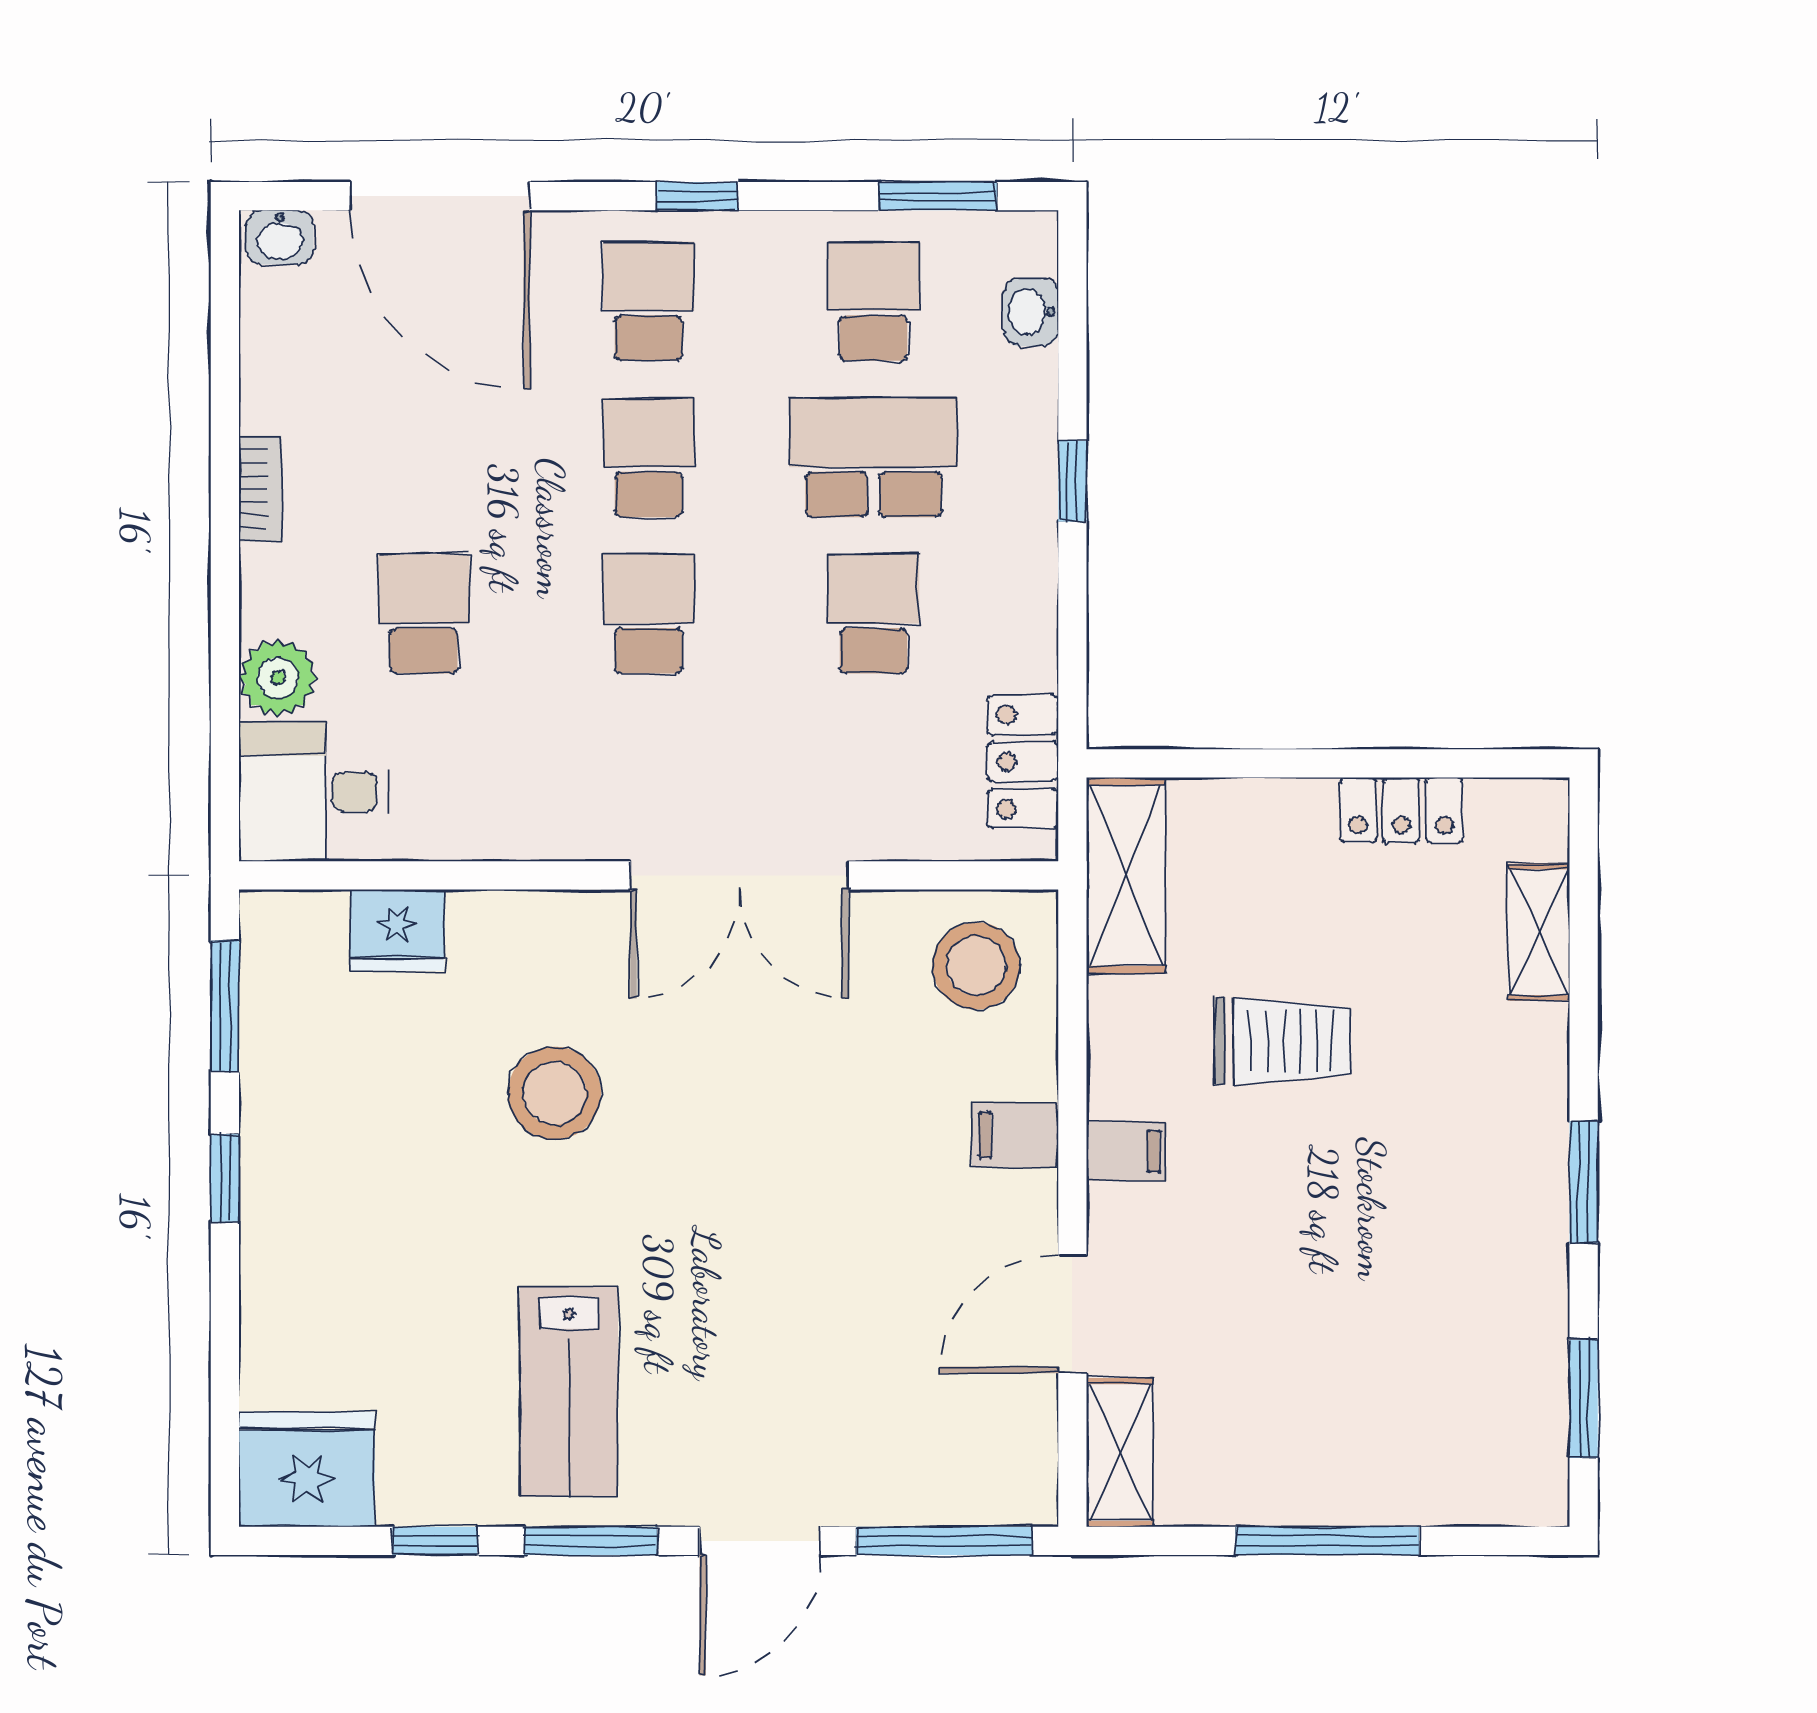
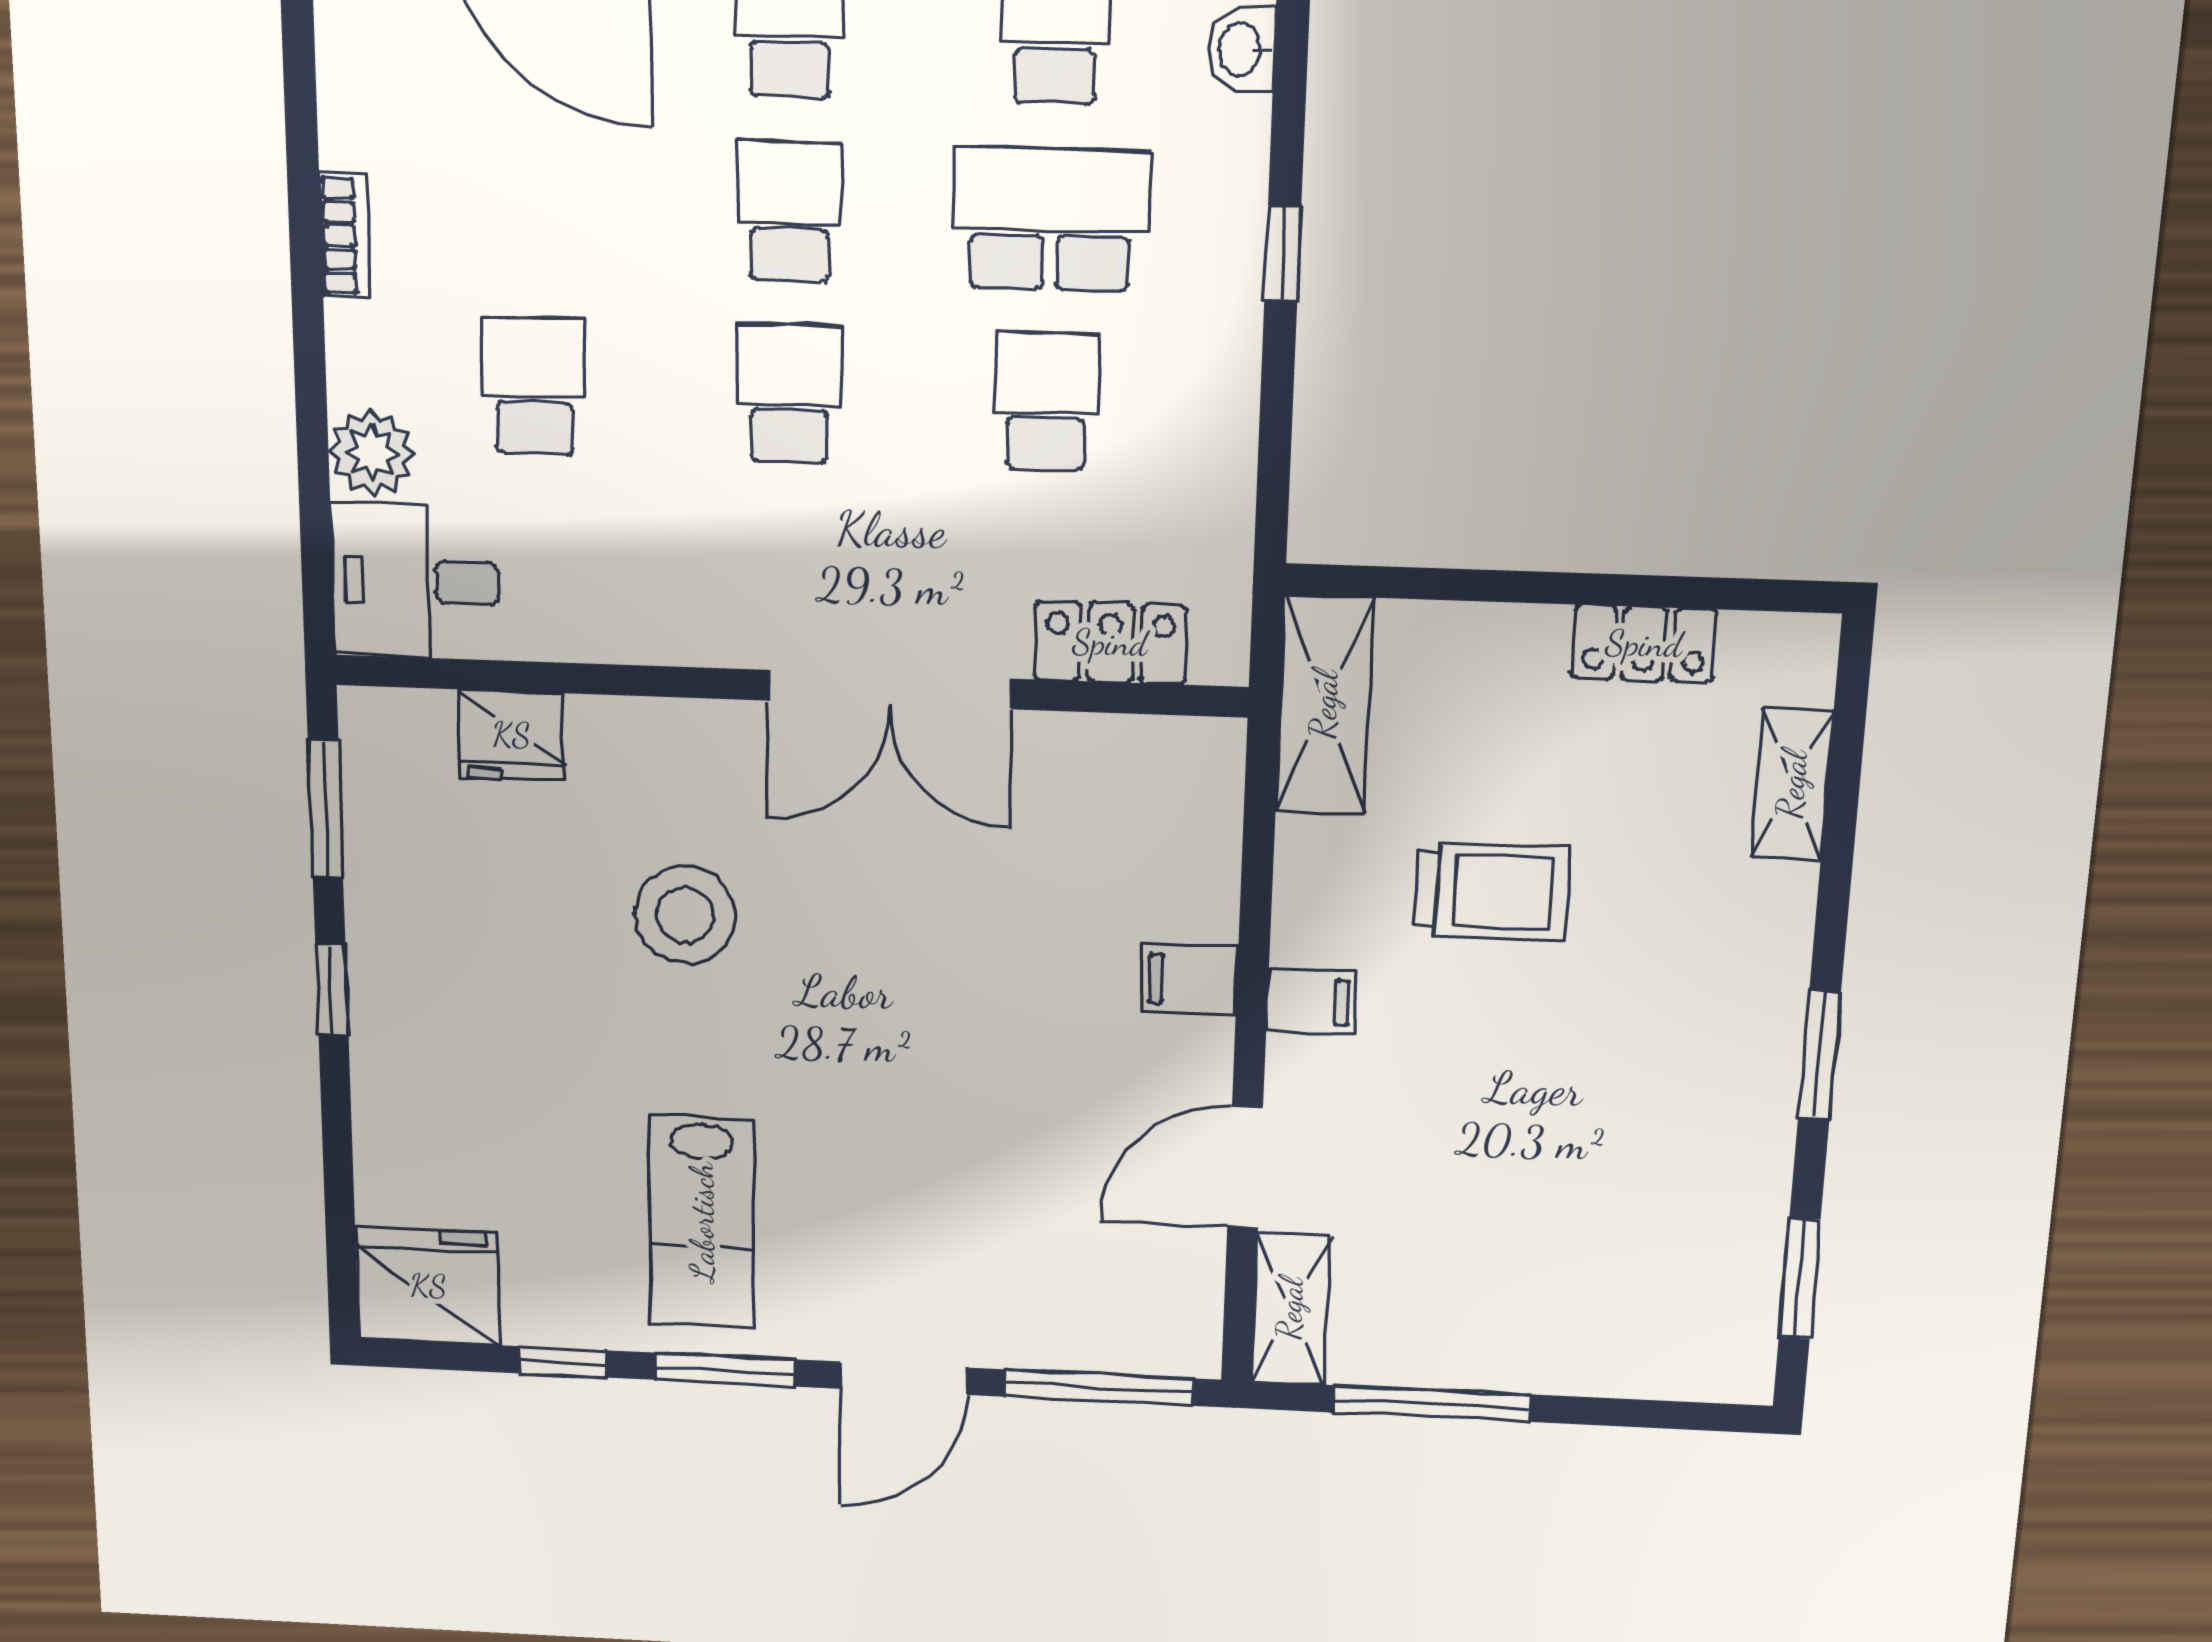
locker: (1023, 762) -> (1110, 643), moved, turned 90
stool: (976, 966) -> (1152, 798), removed
window: (1327, 1541) -> (1431, 1403), moved

